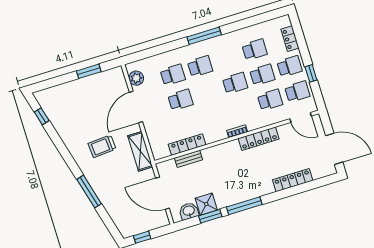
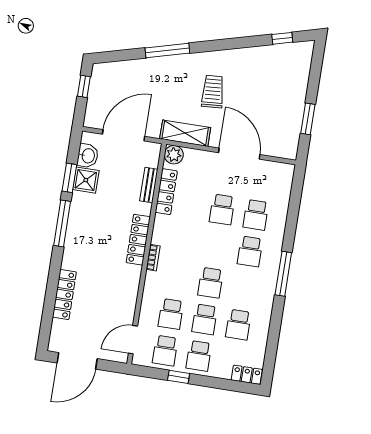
locker: (290, 39) -> (247, 375), moved
plant: (136, 78) -> (174, 155), moved
locker: (259, 139) -> (138, 240), moved

